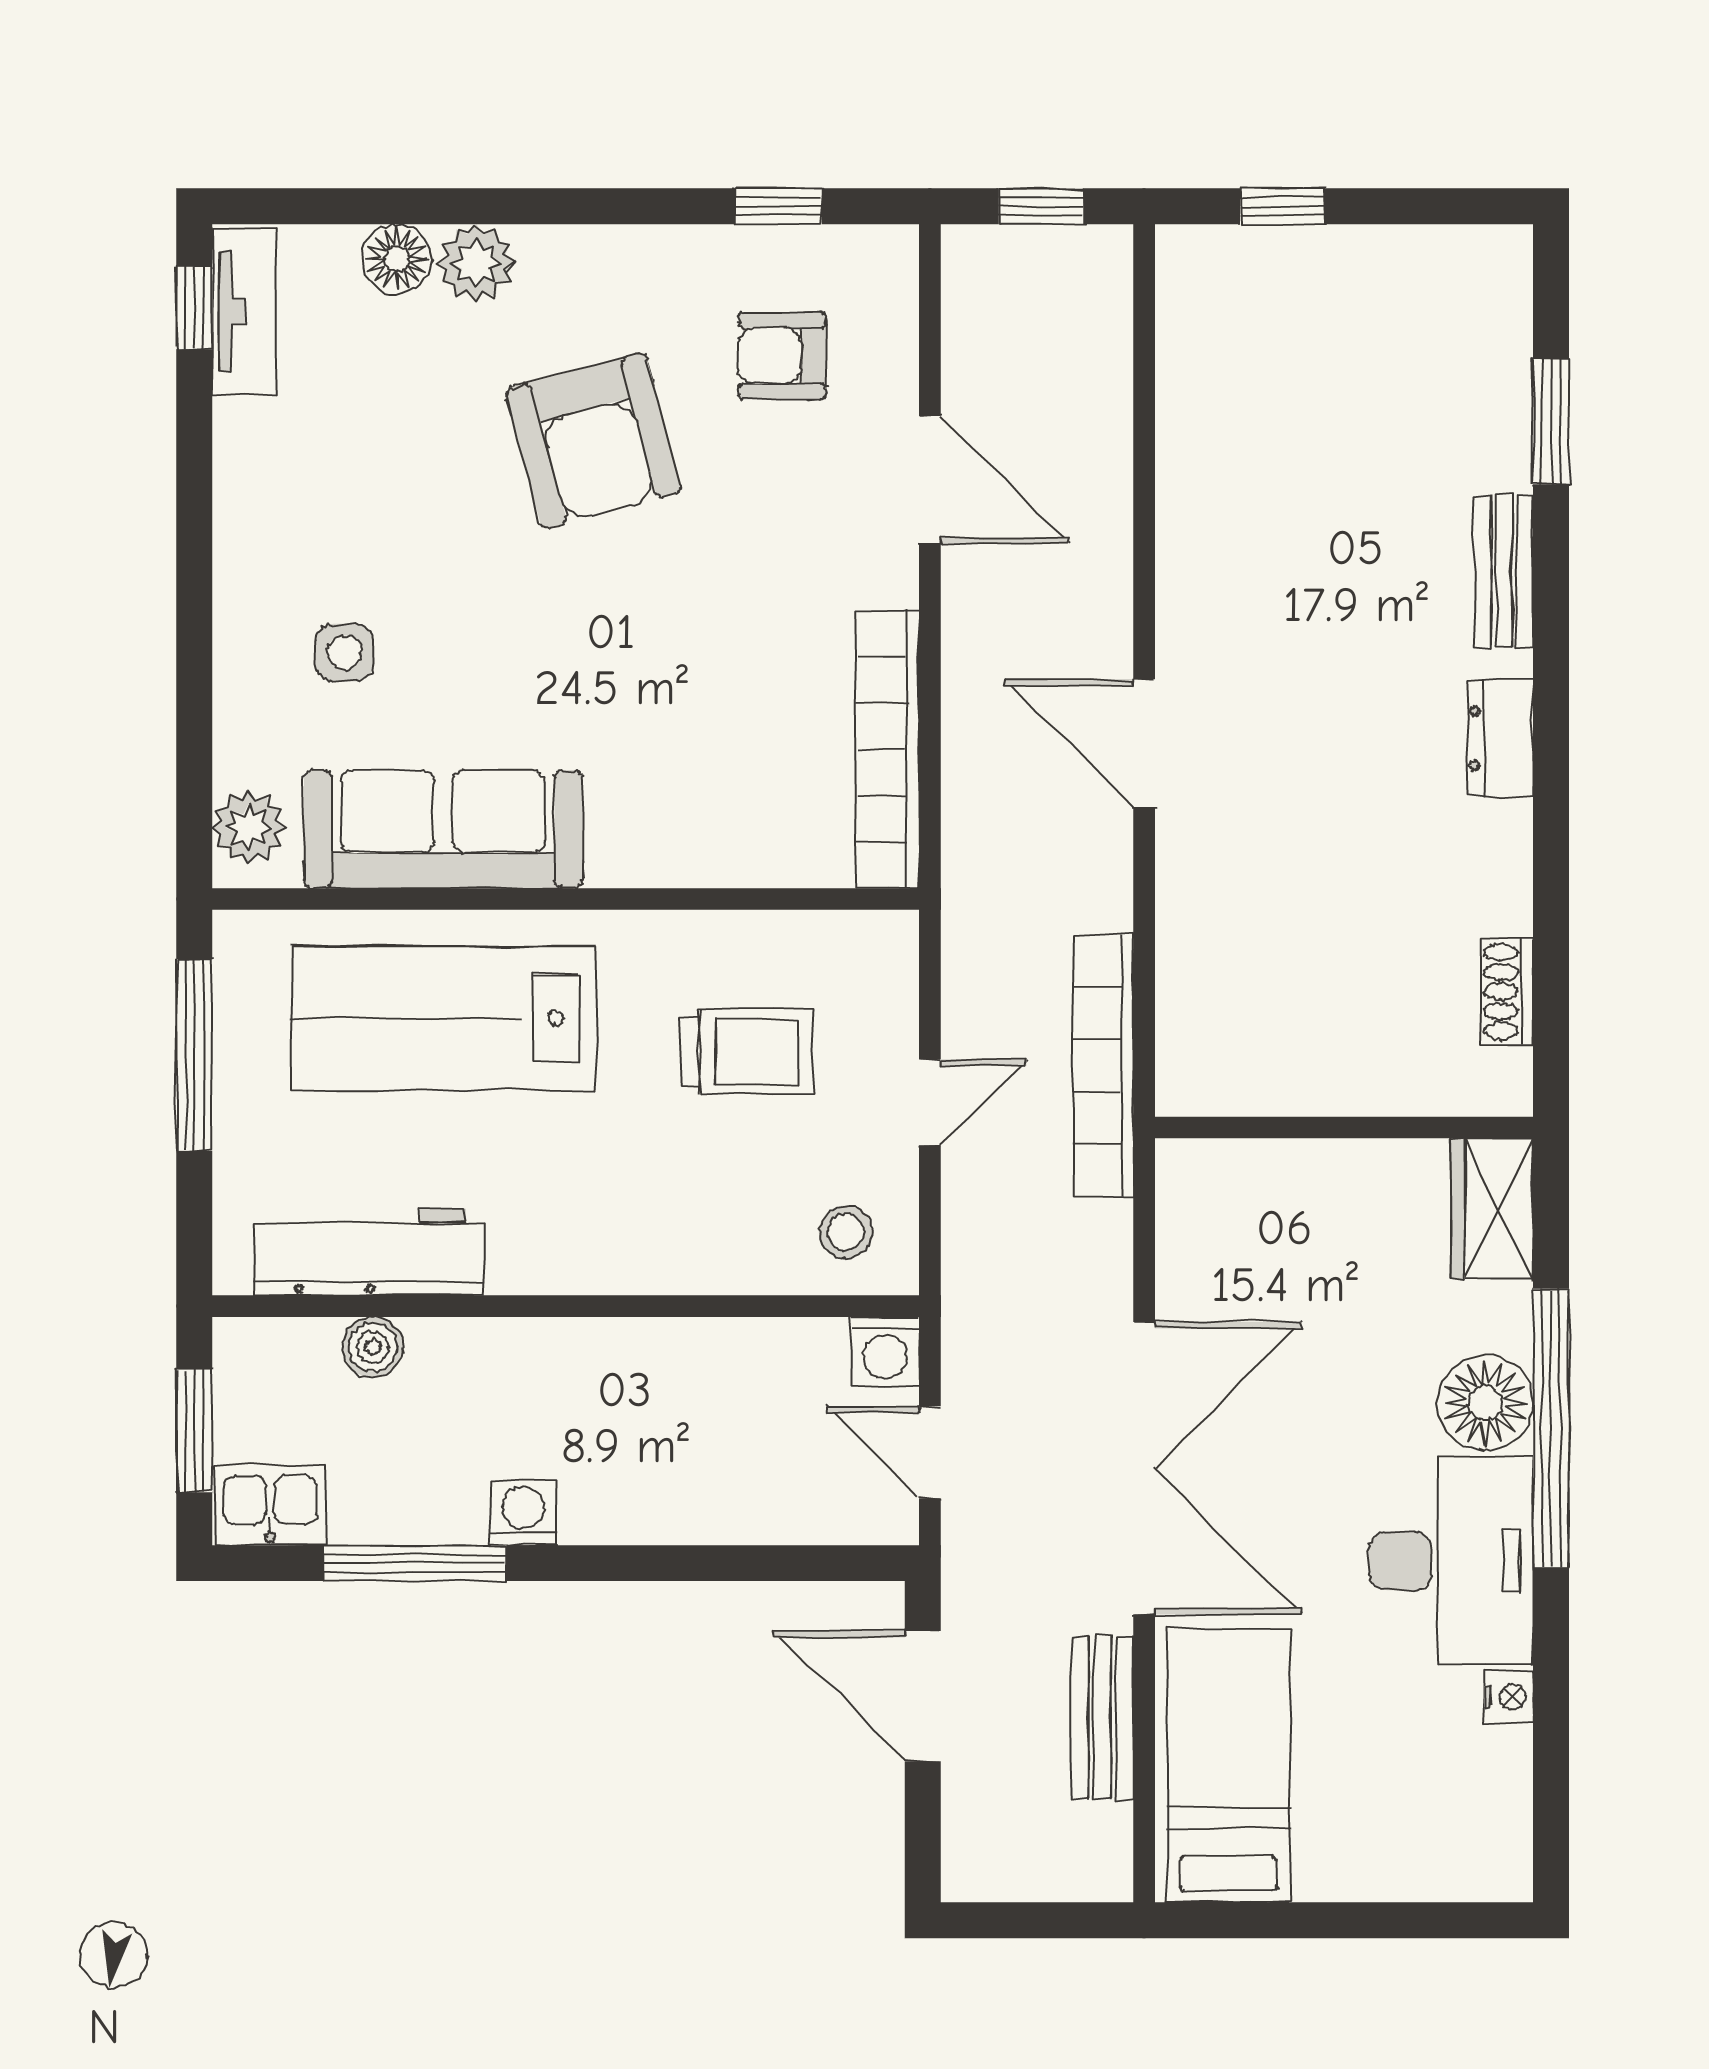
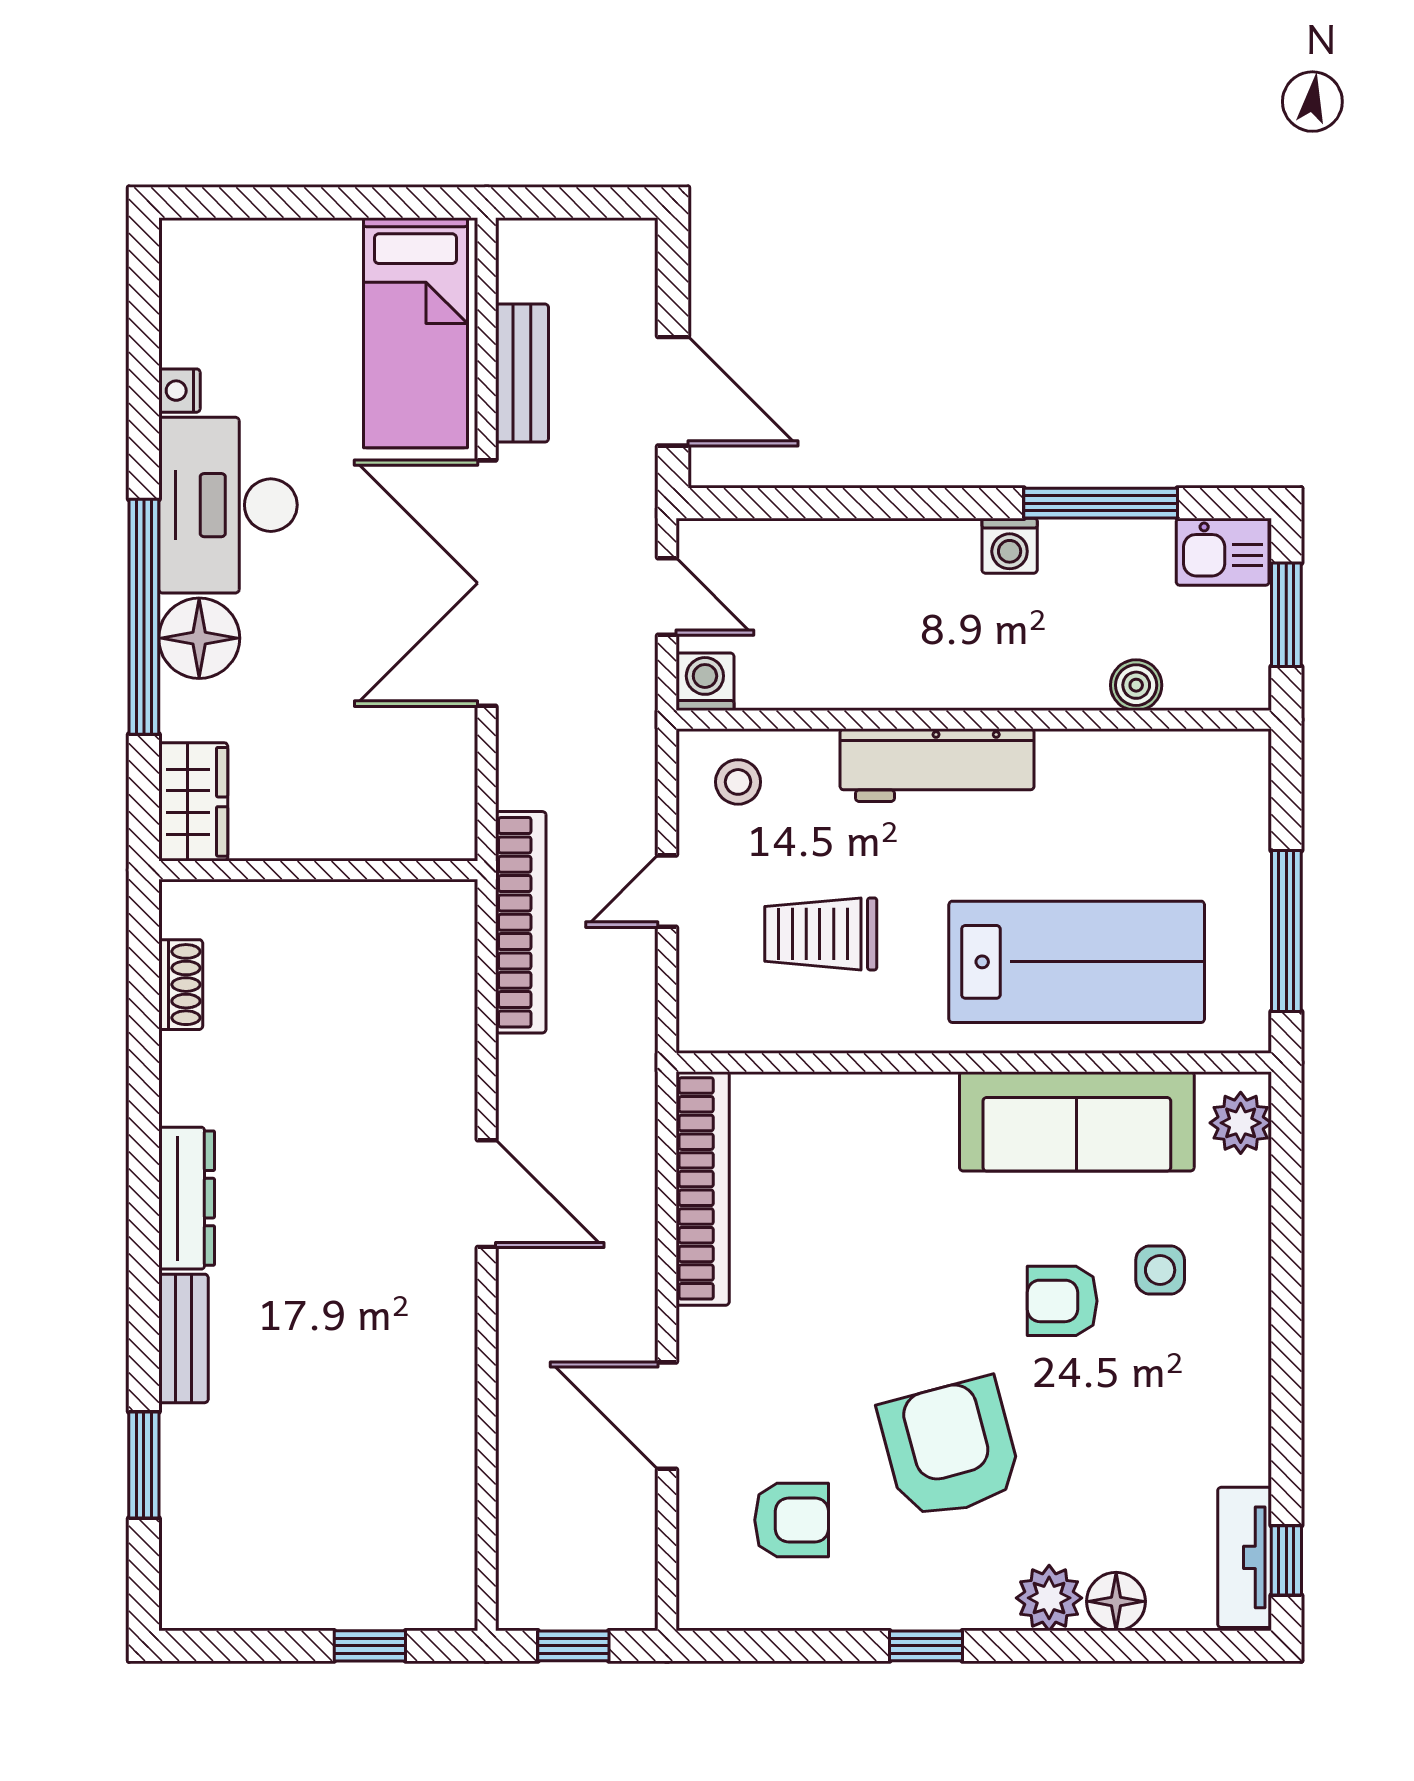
window: (778, 206) -> (926, 1646), moved
armchair: (461, 616) -> (1062, 1301), added
dresser: (1500, 738) -> (187, 1198), width x1.44
workbench: (369, 1252) -> (937, 765), moved

